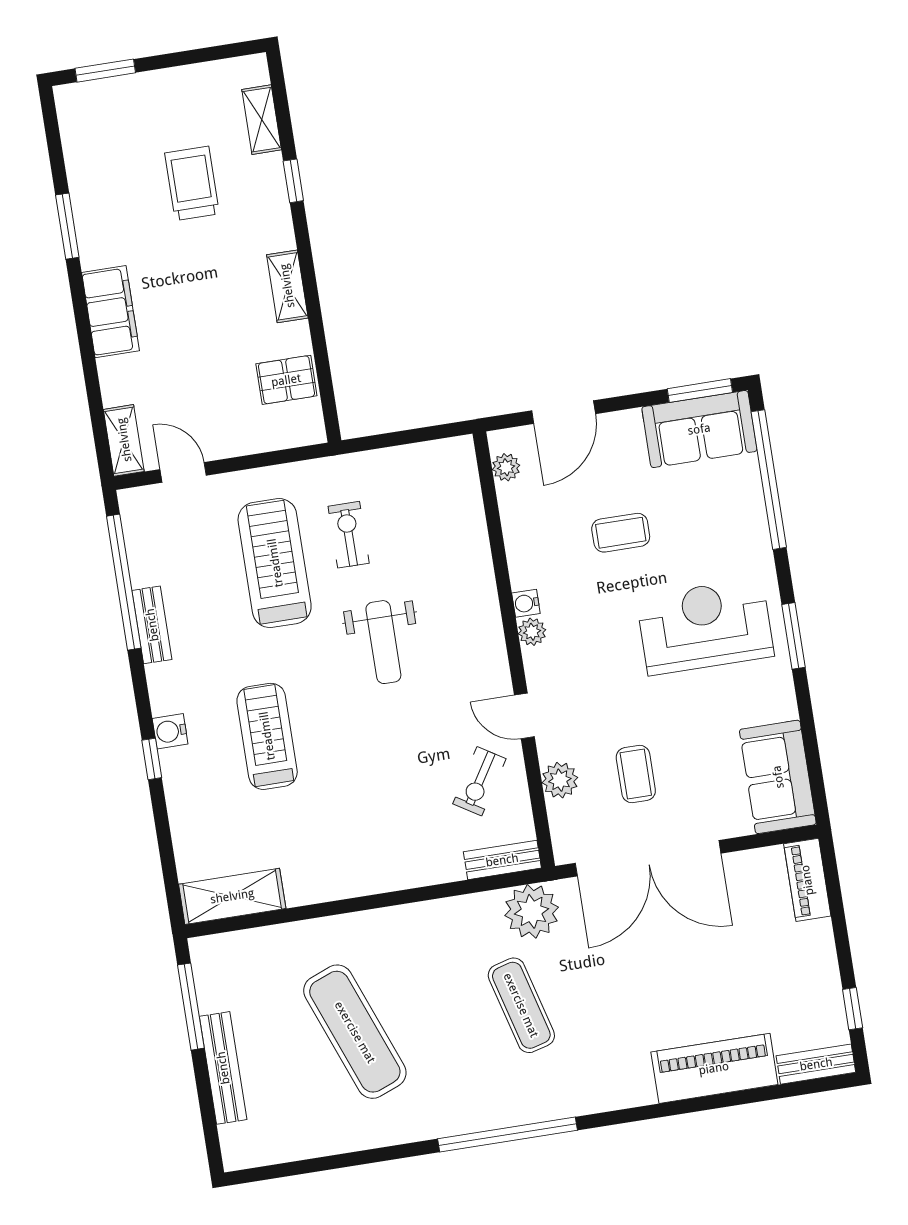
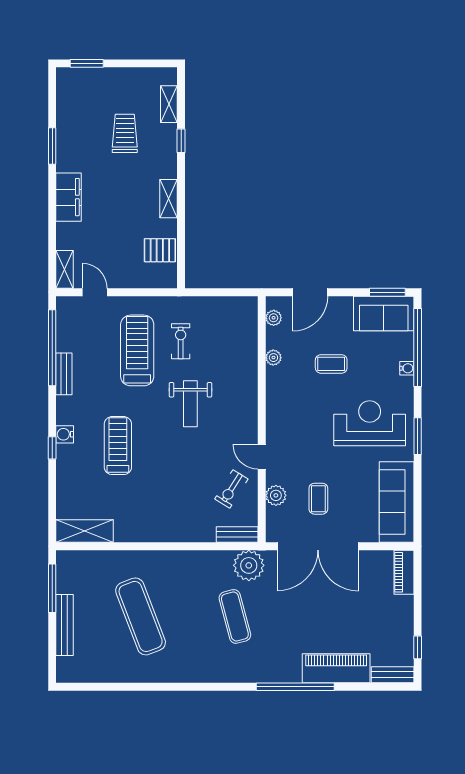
water cooler: (526, 603) -> (407, 368), moved, turned 180
plant: (532, 632) -> (273, 358), moved
sofa: (778, 777) -> (397, 502), width x1.36
window: (507, 1135) -> (295, 687), moved

